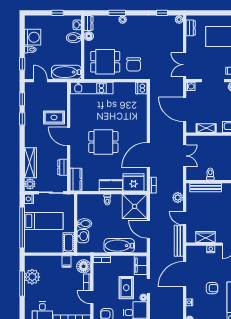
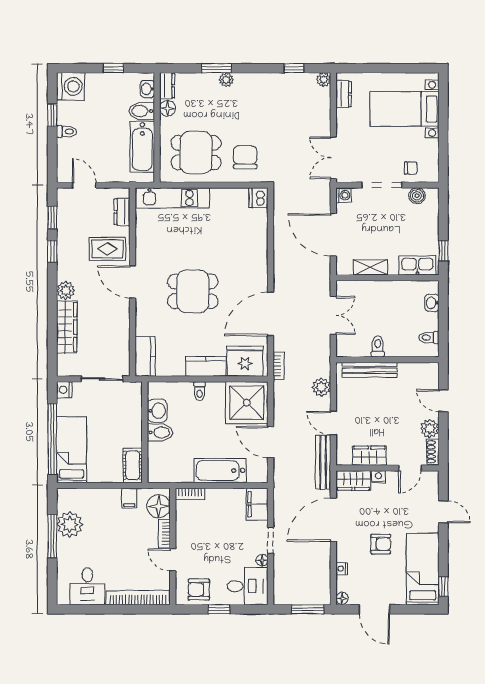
washing machine: (33, 37) -> (71, 86), moved
window: (22, 64) -> (52, 115), moved
chair: (134, 64) -> (245, 157), turned 180
bathtub: (66, 72) -> (142, 147), moved, turned -90
dresser: (62, 167) -> (122, 212), moved
plant: (30, 184) -> (66, 290), moved
bed: (44, 221) -> (71, 450), moved, turned -90
washbasin: (83, 236) -> (157, 411), moved
wardrobe: (196, 251) -> (353, 481), added
rug: (126, 288) -> (232, 543), removed

